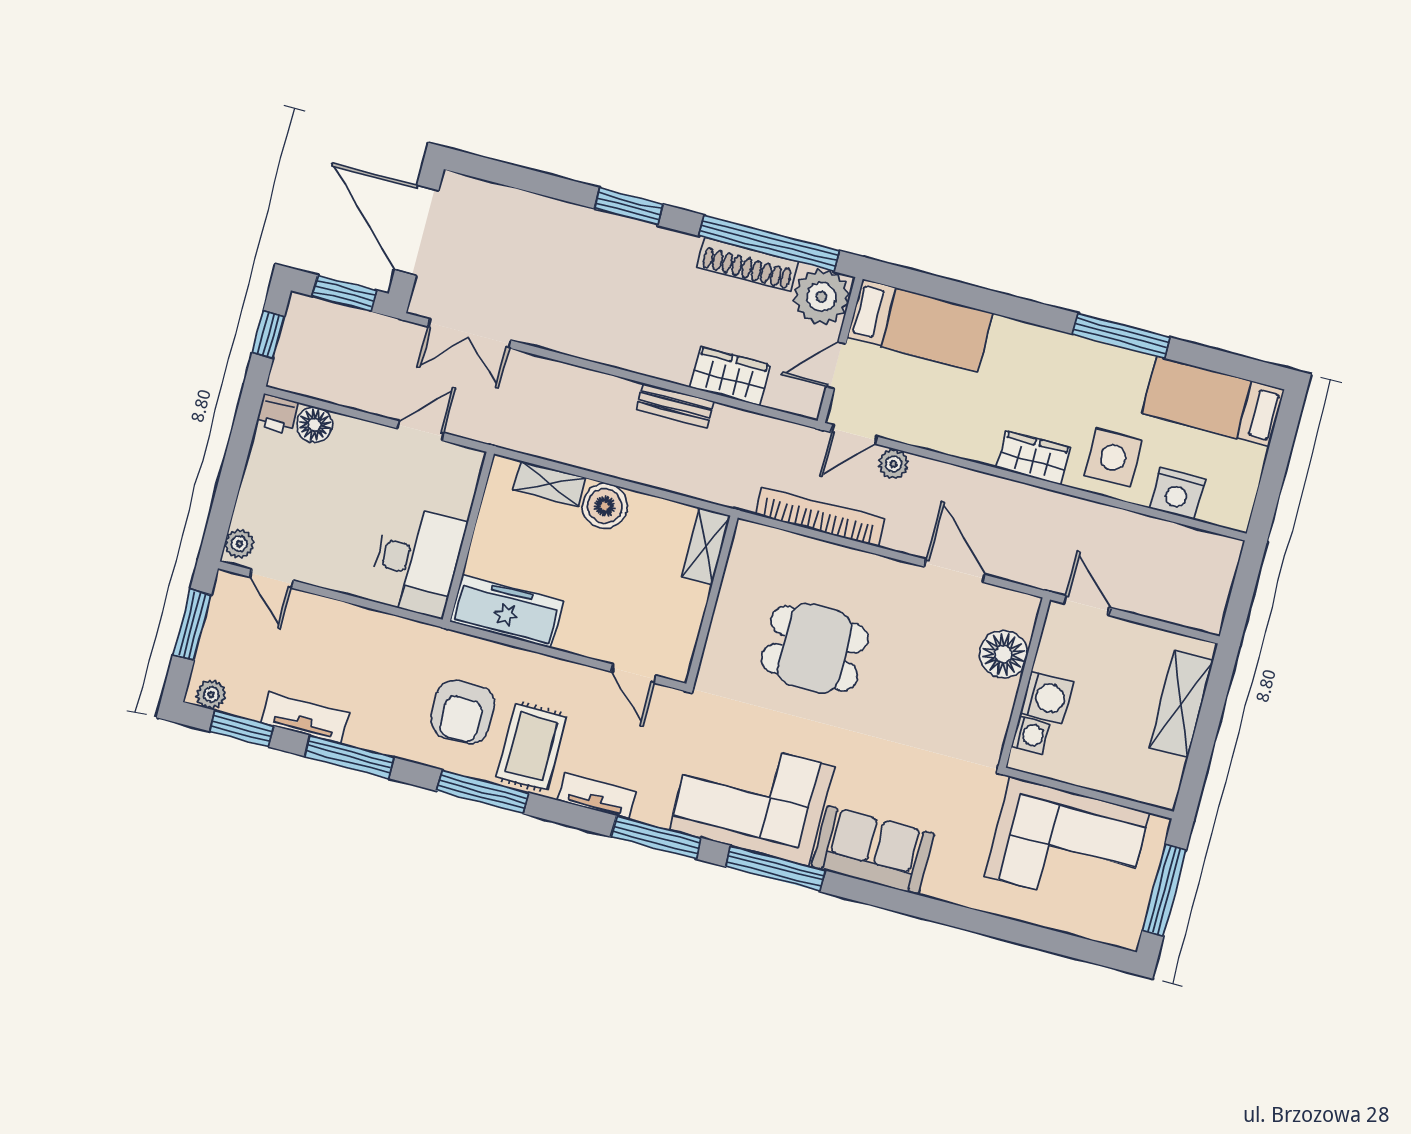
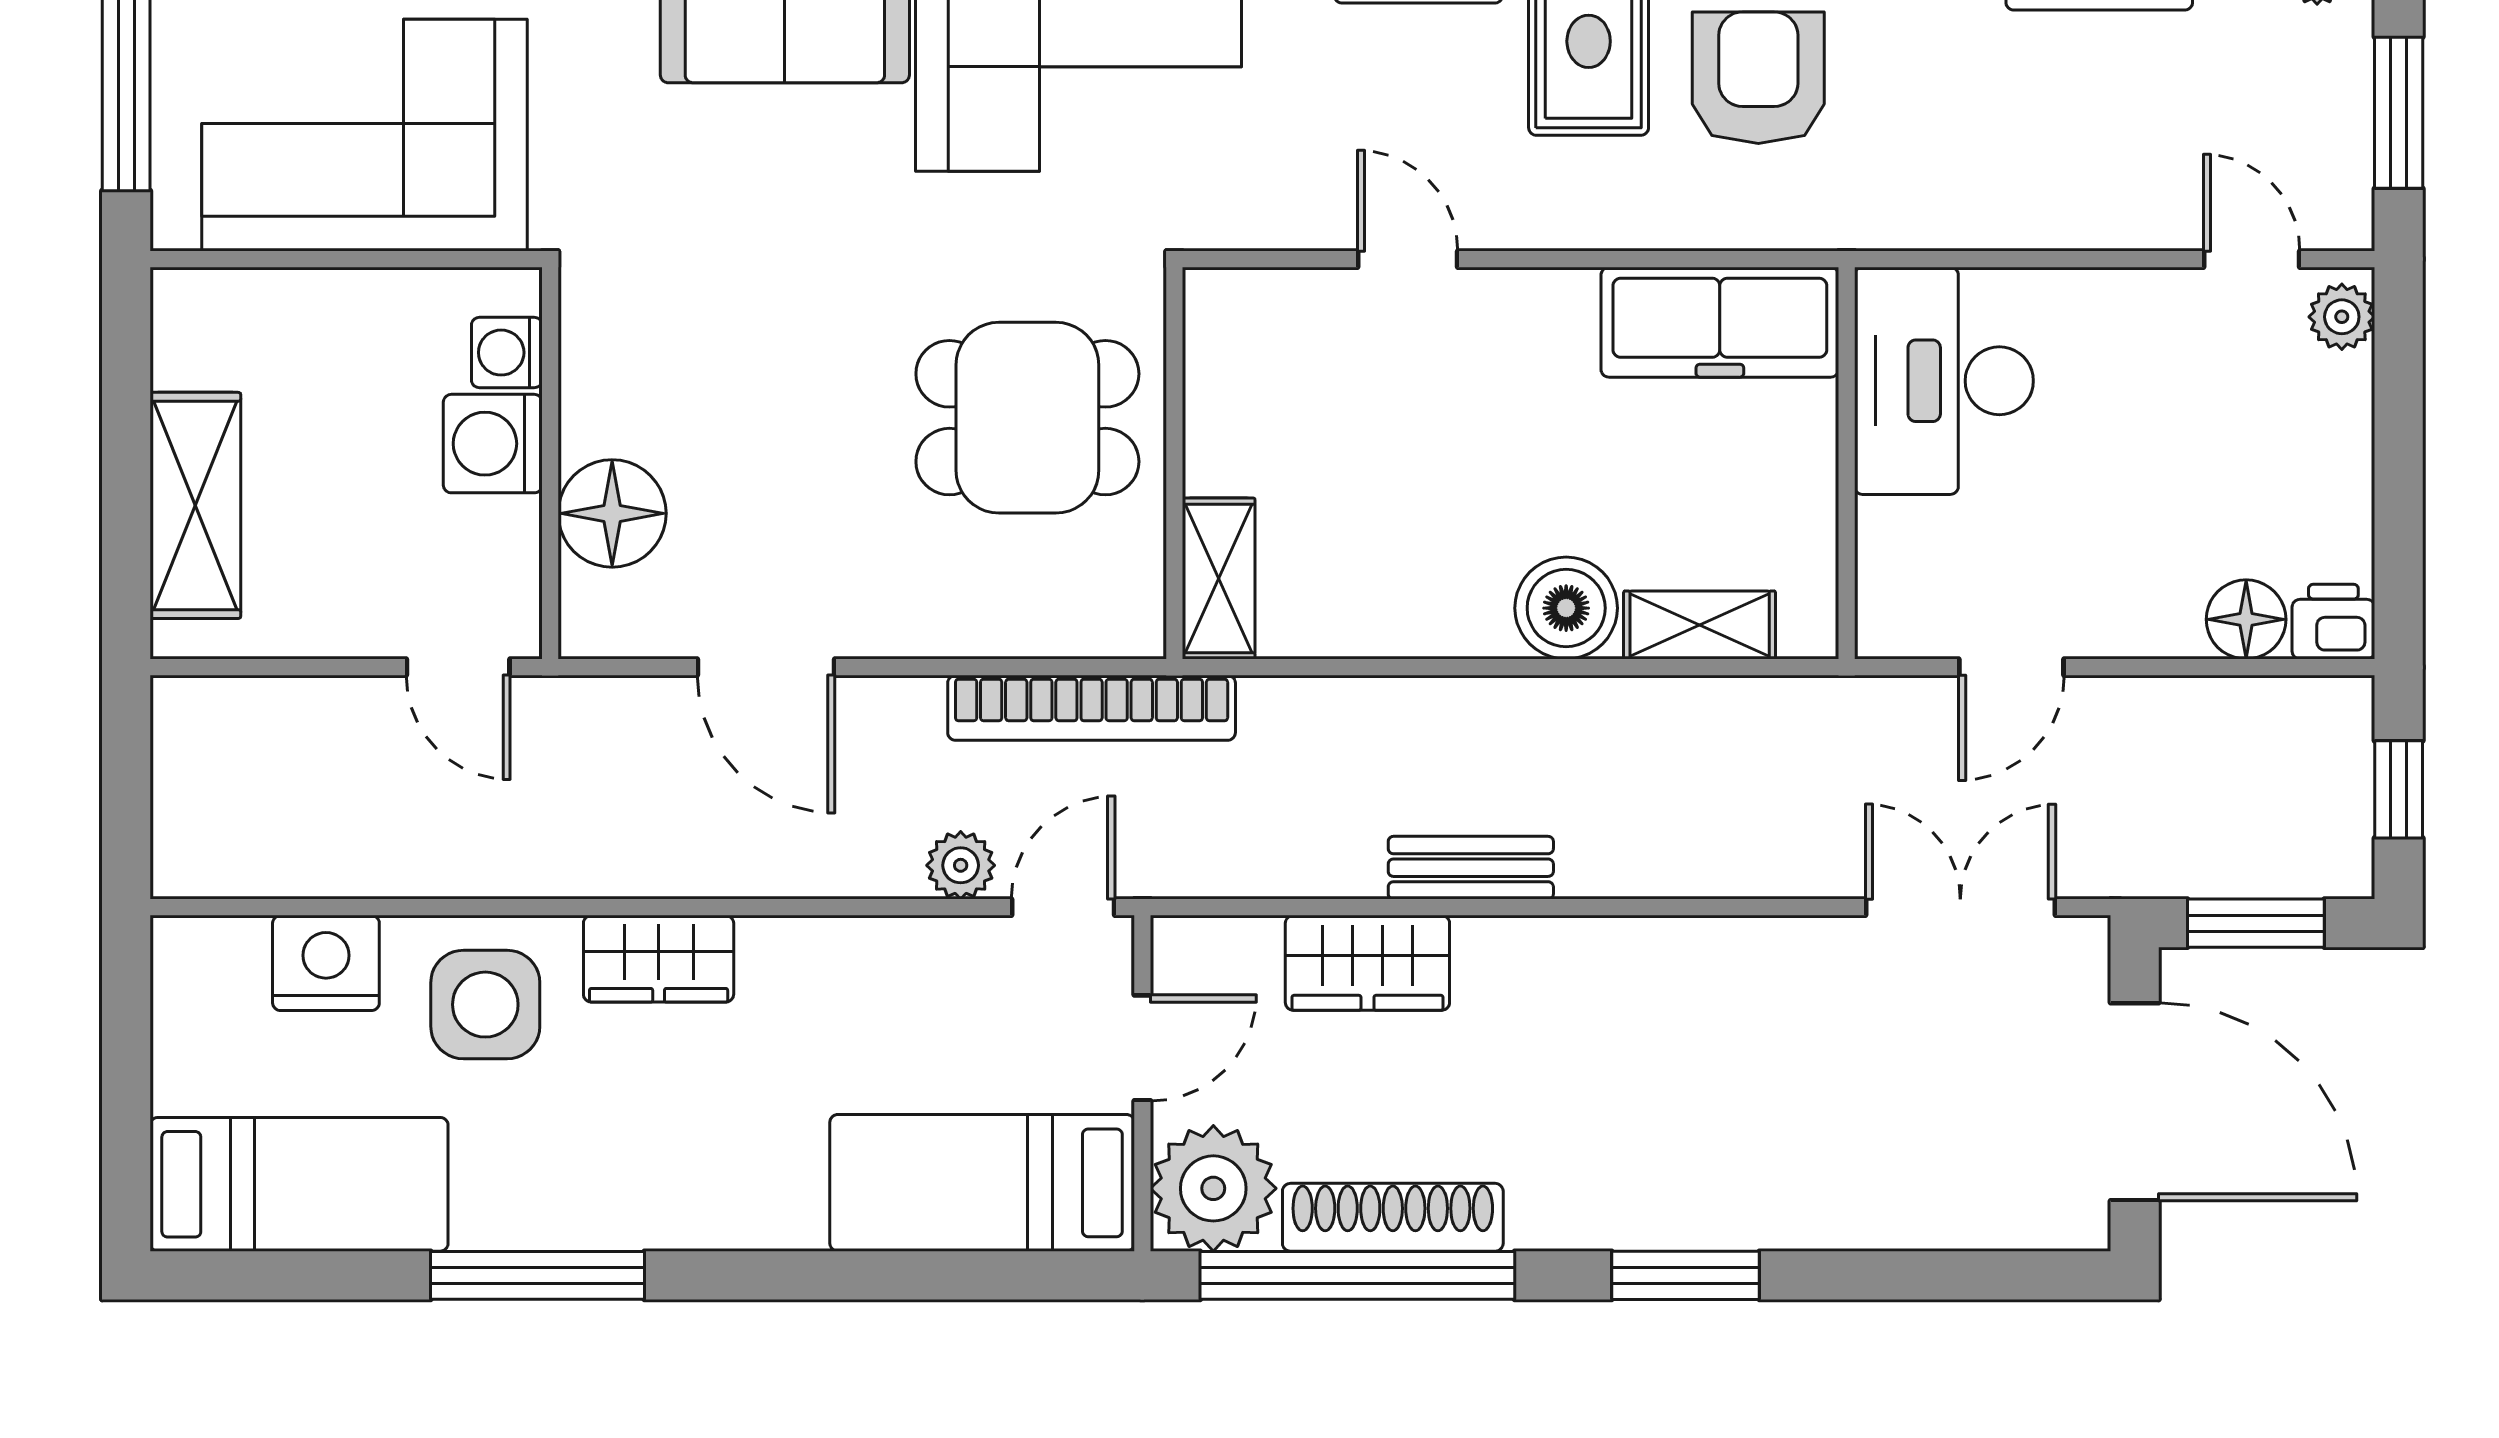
shelving: (706, 546) -> (1219, 579), moved
wall: (712, 601) -> (1174, 463), moved

